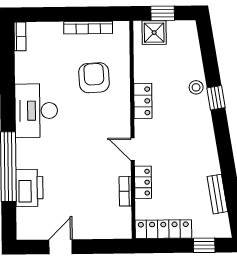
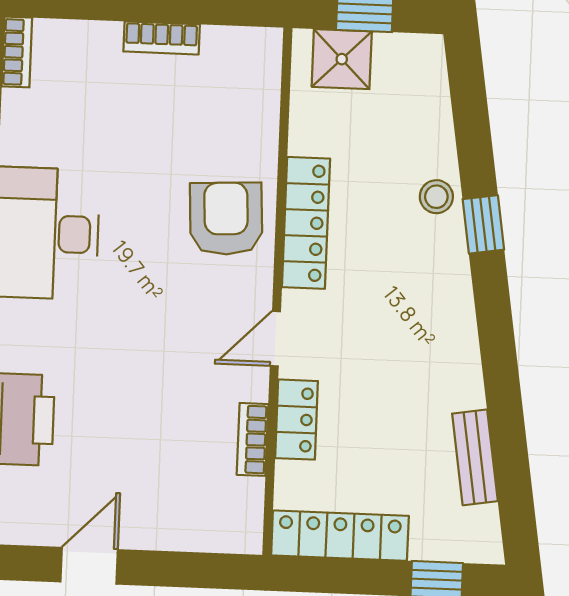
bookcase: (88, 28) -> (162, 38), width x0.64
armchair: (94, 78) -> (226, 218), moved
locker: (143, 101) -> (306, 223), width x1.53
door: (133, 149) -> (275, 339), hinge flipped

